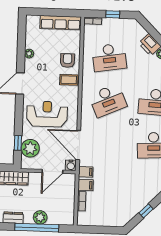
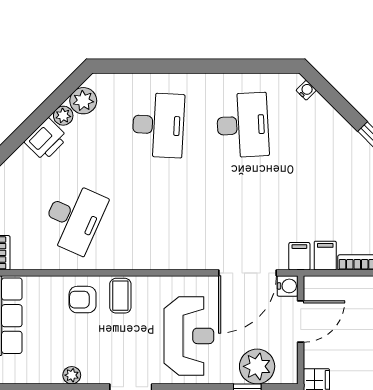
desk: (109, 57) -> (74, 218), turned 33
desk: (108, 101) -> (158, 218), removed
reception desk: (47, 114) -> (189, 336), turned 180
door: (52, 171) -> (301, 321), hinge flipped

